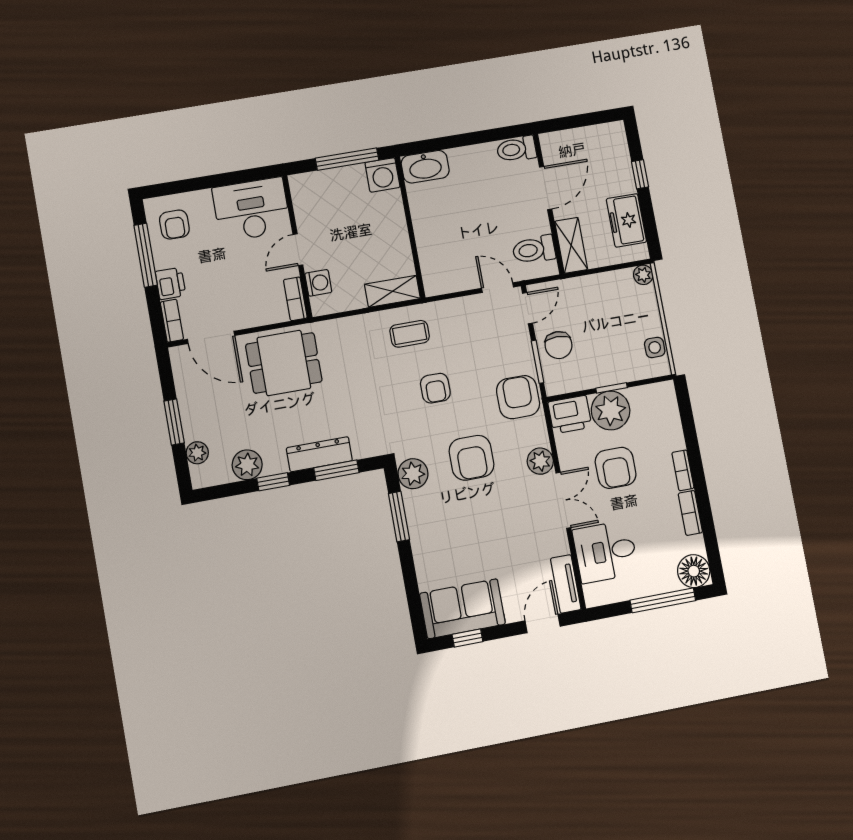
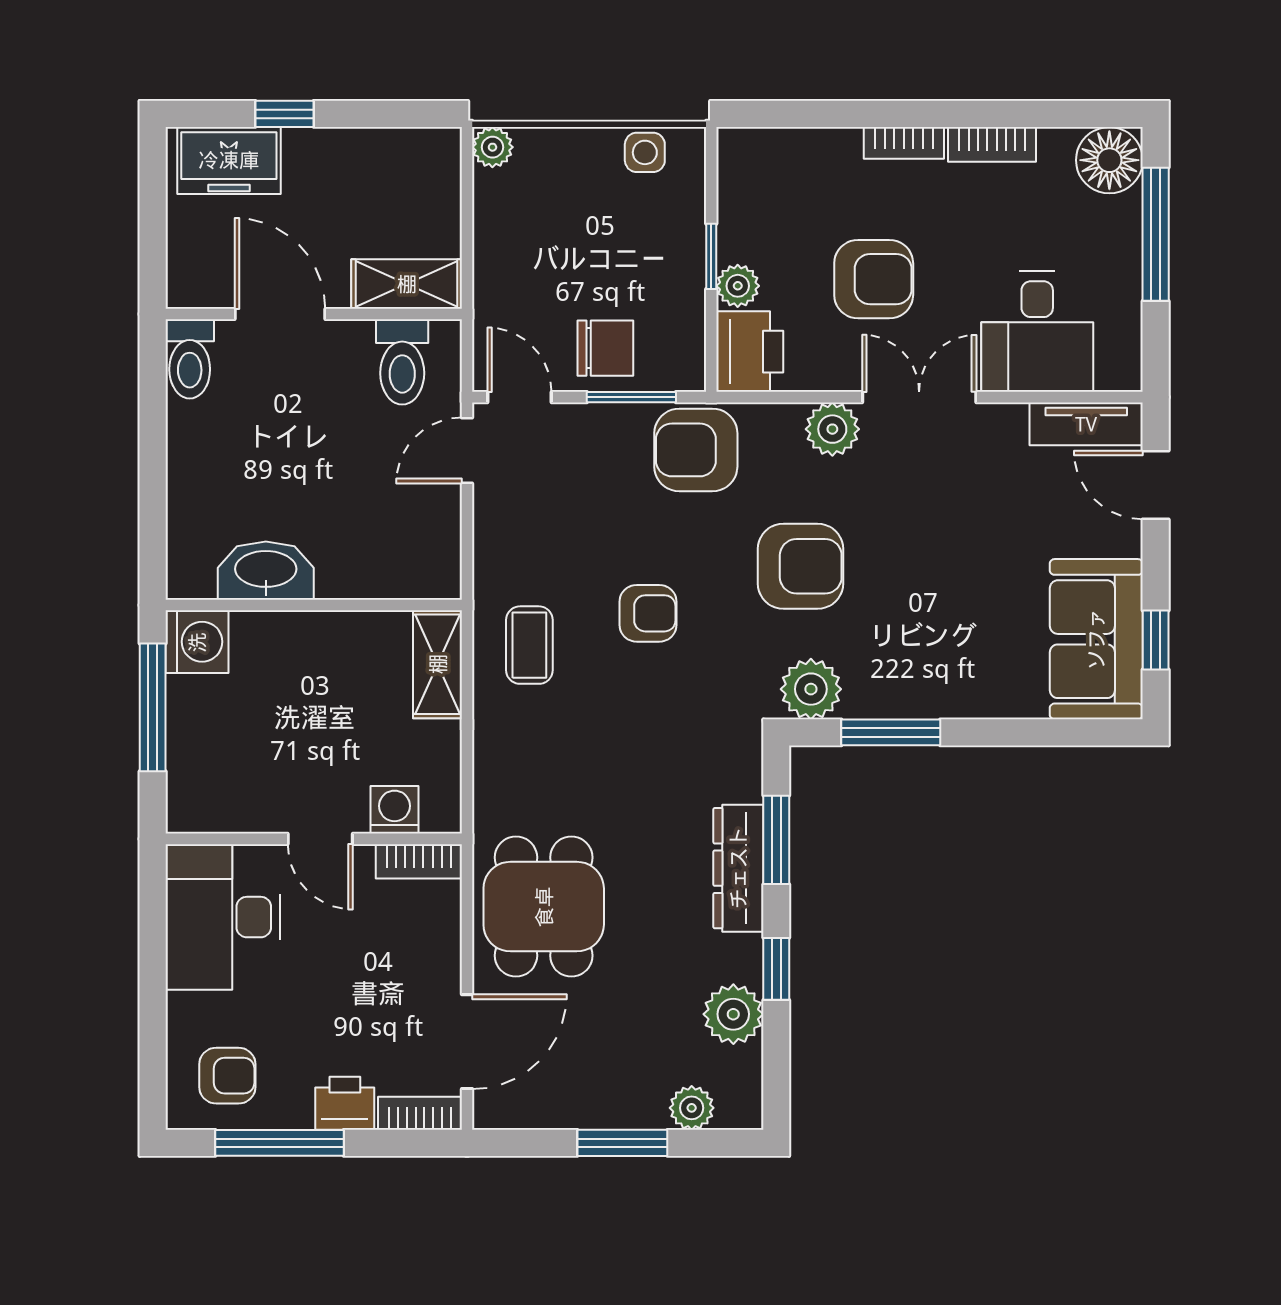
washbasin: (425, 167) -> (266, 571), moved, turned -90
freezer: (626, 220) -> (229, 160), moved
plant: (611, 410) -> (738, 286), width x0.53, depth x0.53

